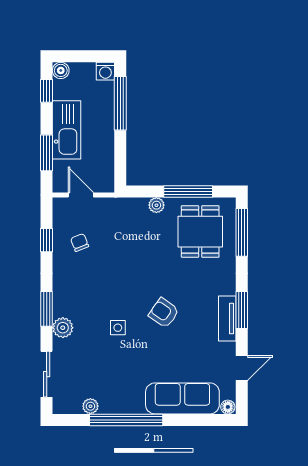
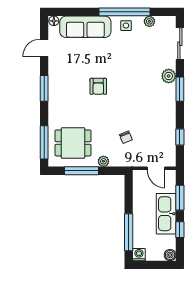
window: (47, 91) -> (180, 230), moved
dining table: (200, 232) -> (73, 143), turned 90
chair: (80, 243) -> (126, 137), moved
armchair: (164, 313) -> (98, 86), turned 55
tv unit: (227, 318) -> (54, 82), removed
side table: (118, 328) -> (126, 26), moved

